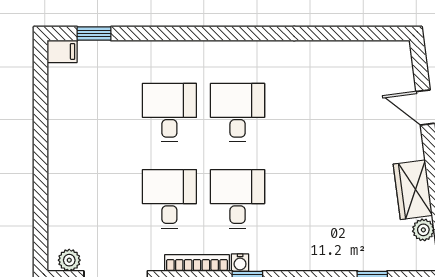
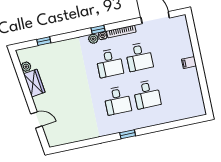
window: (94, 34) -> (128, 134), moved
filing cabinet: (62, 51) -> (189, 63), moved
plant: (69, 260) -> (93, 39), moved

